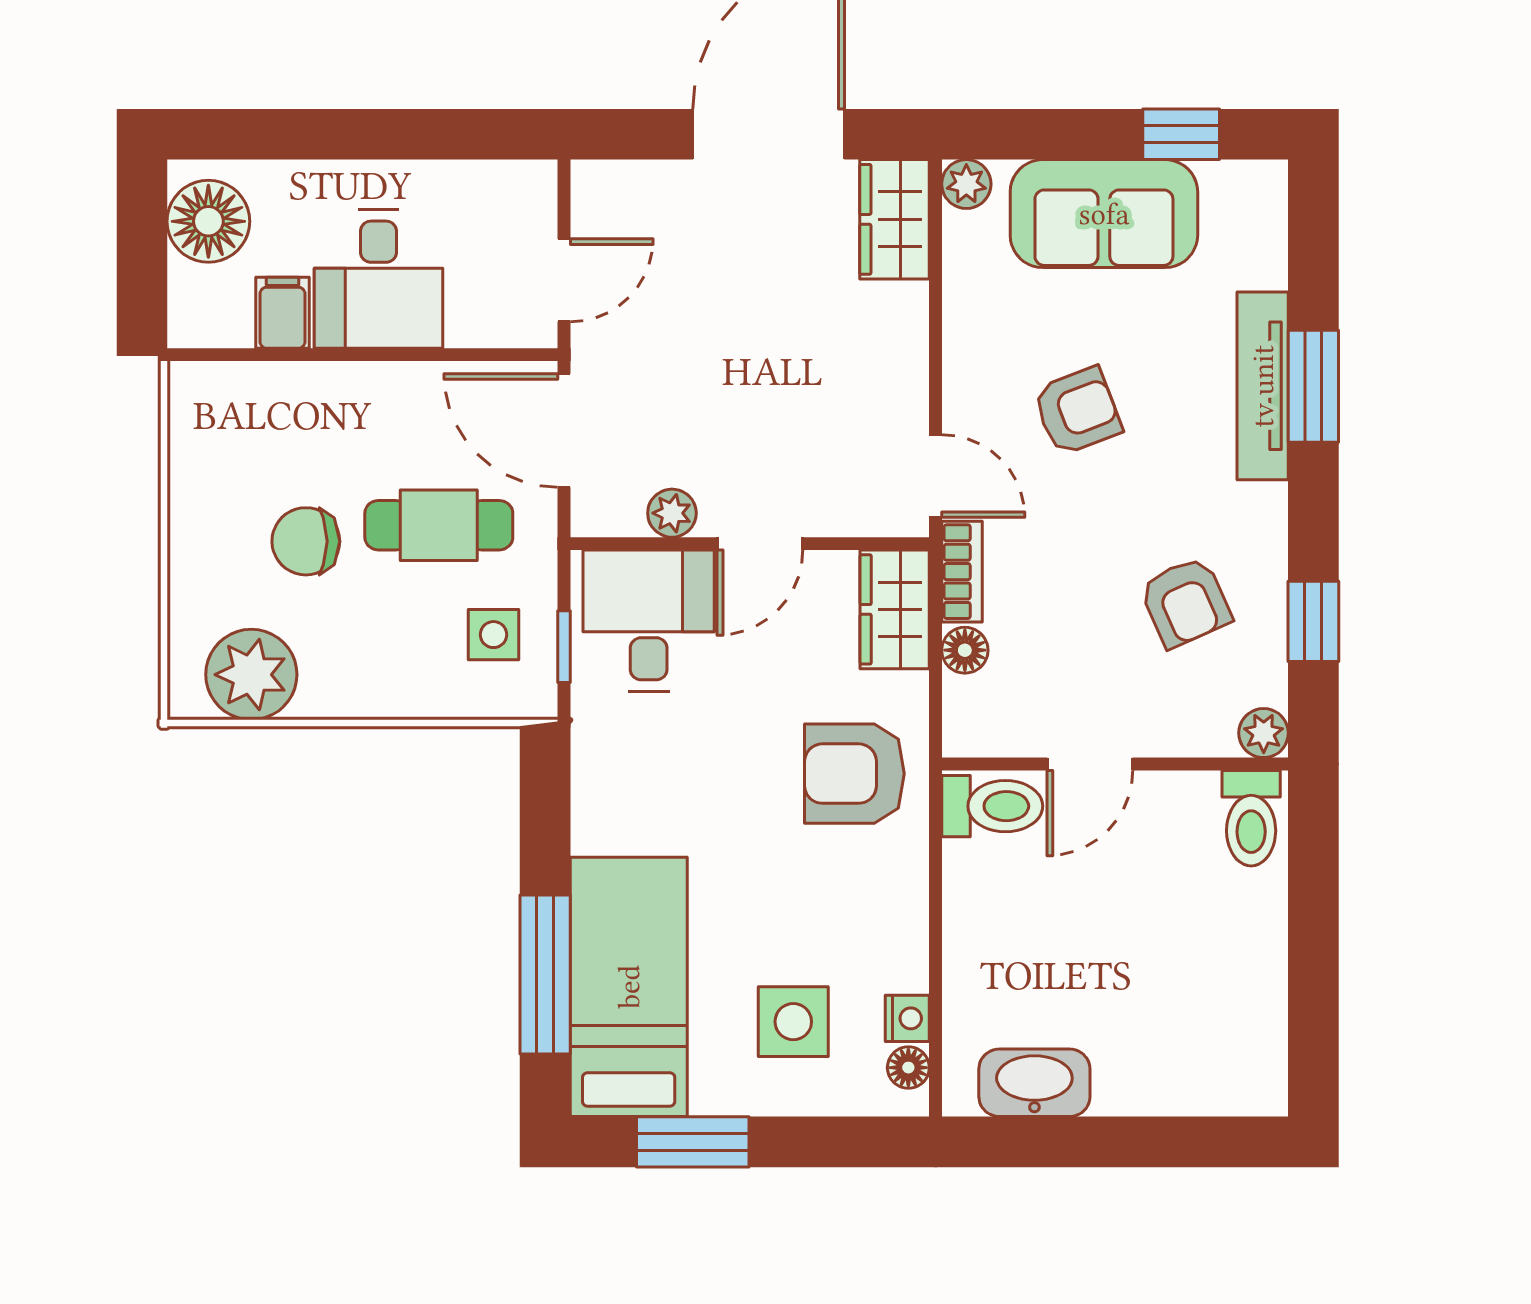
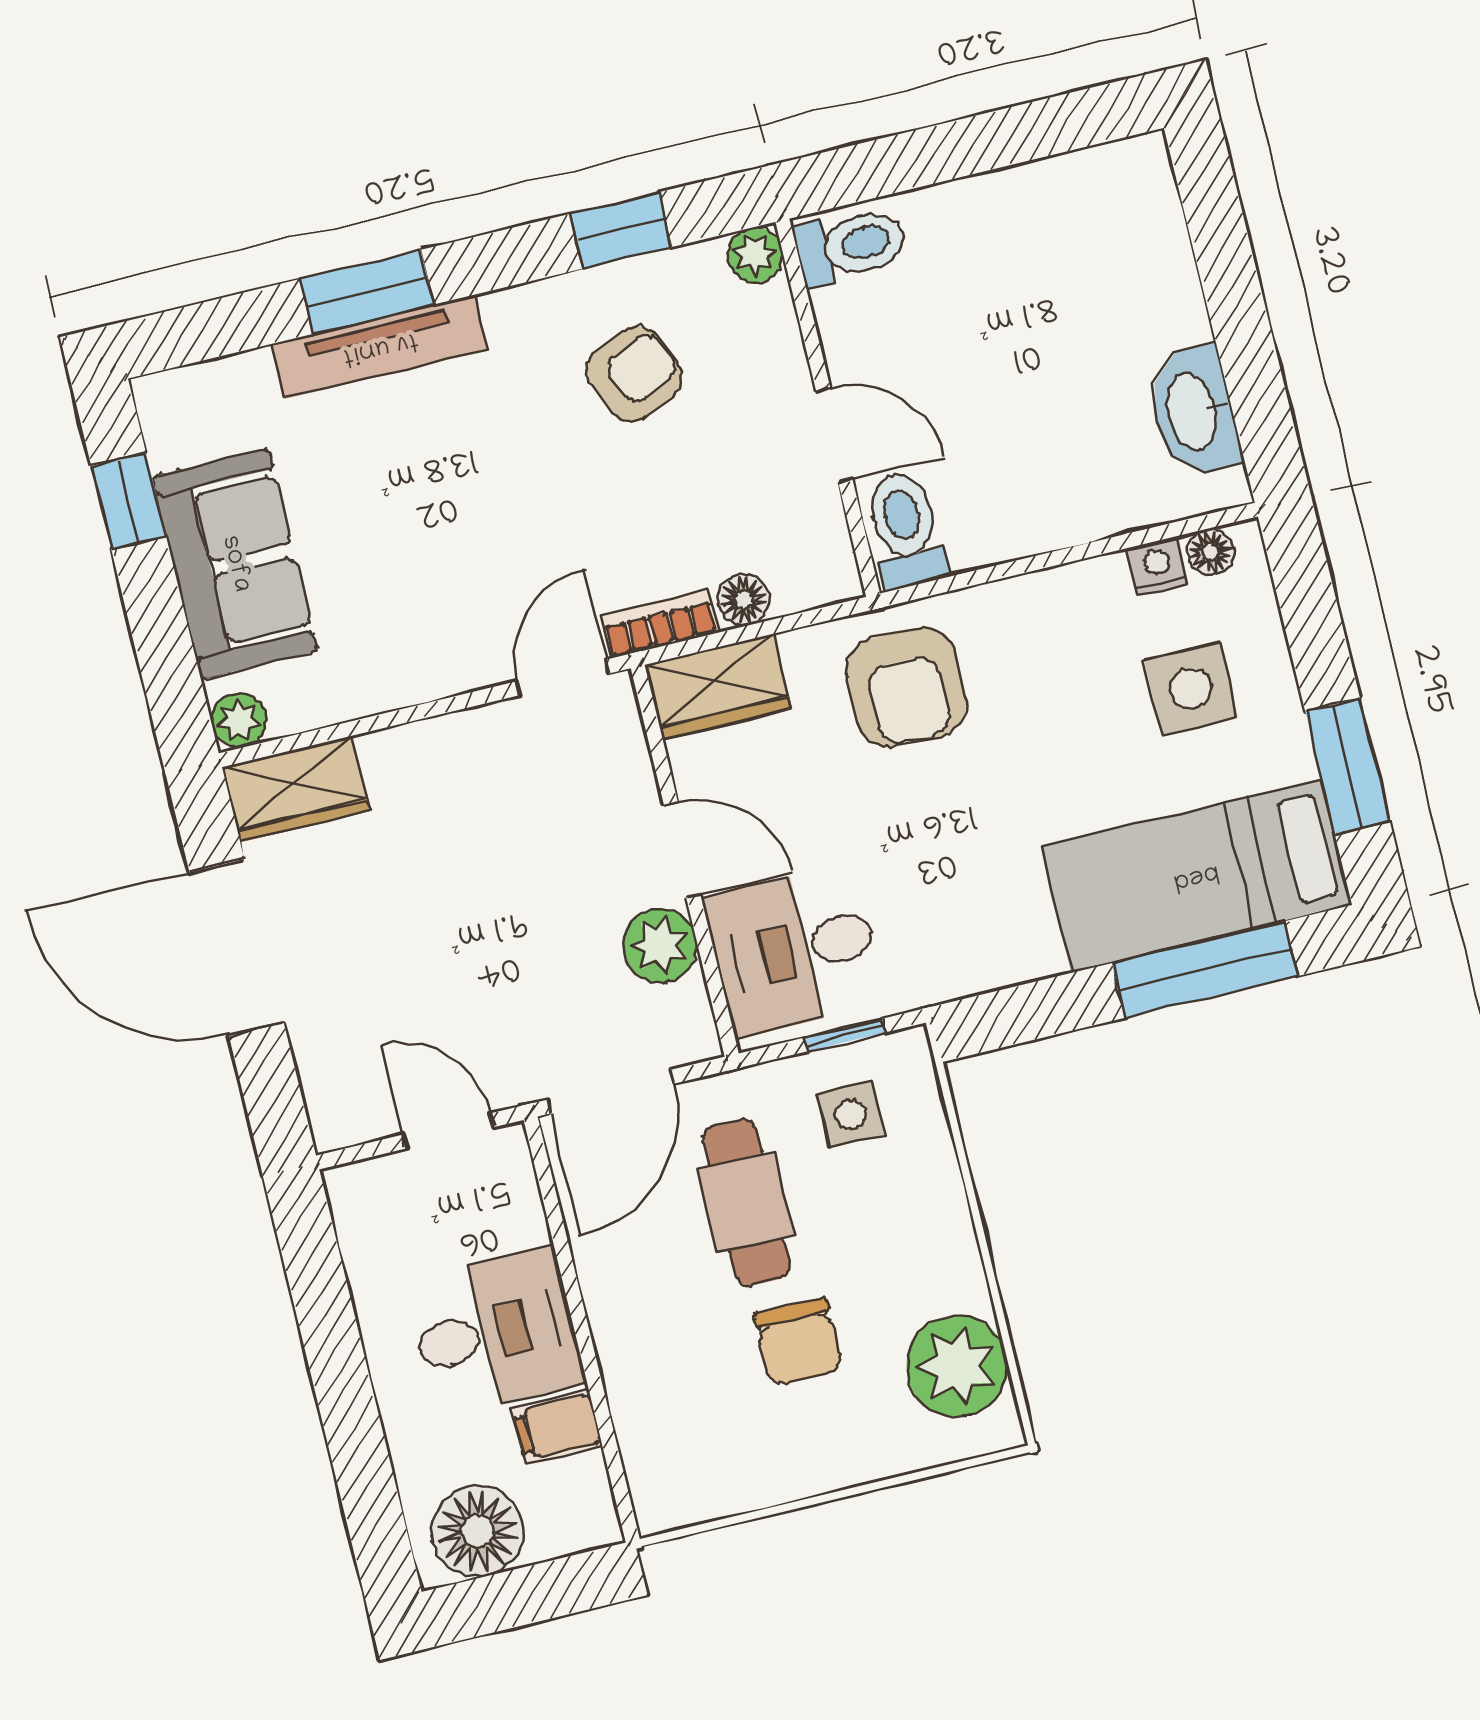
armchair: (1077, 411) -> (455, 541), removed
plant: (672, 513) -> (660, 946), width x1.38, depth x1.38

